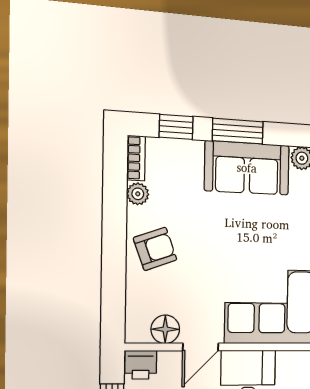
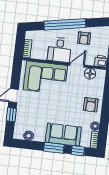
sofa: (247, 168) -> (63, 135), moved
armchair: (155, 249) -> (91, 105), turned -70

